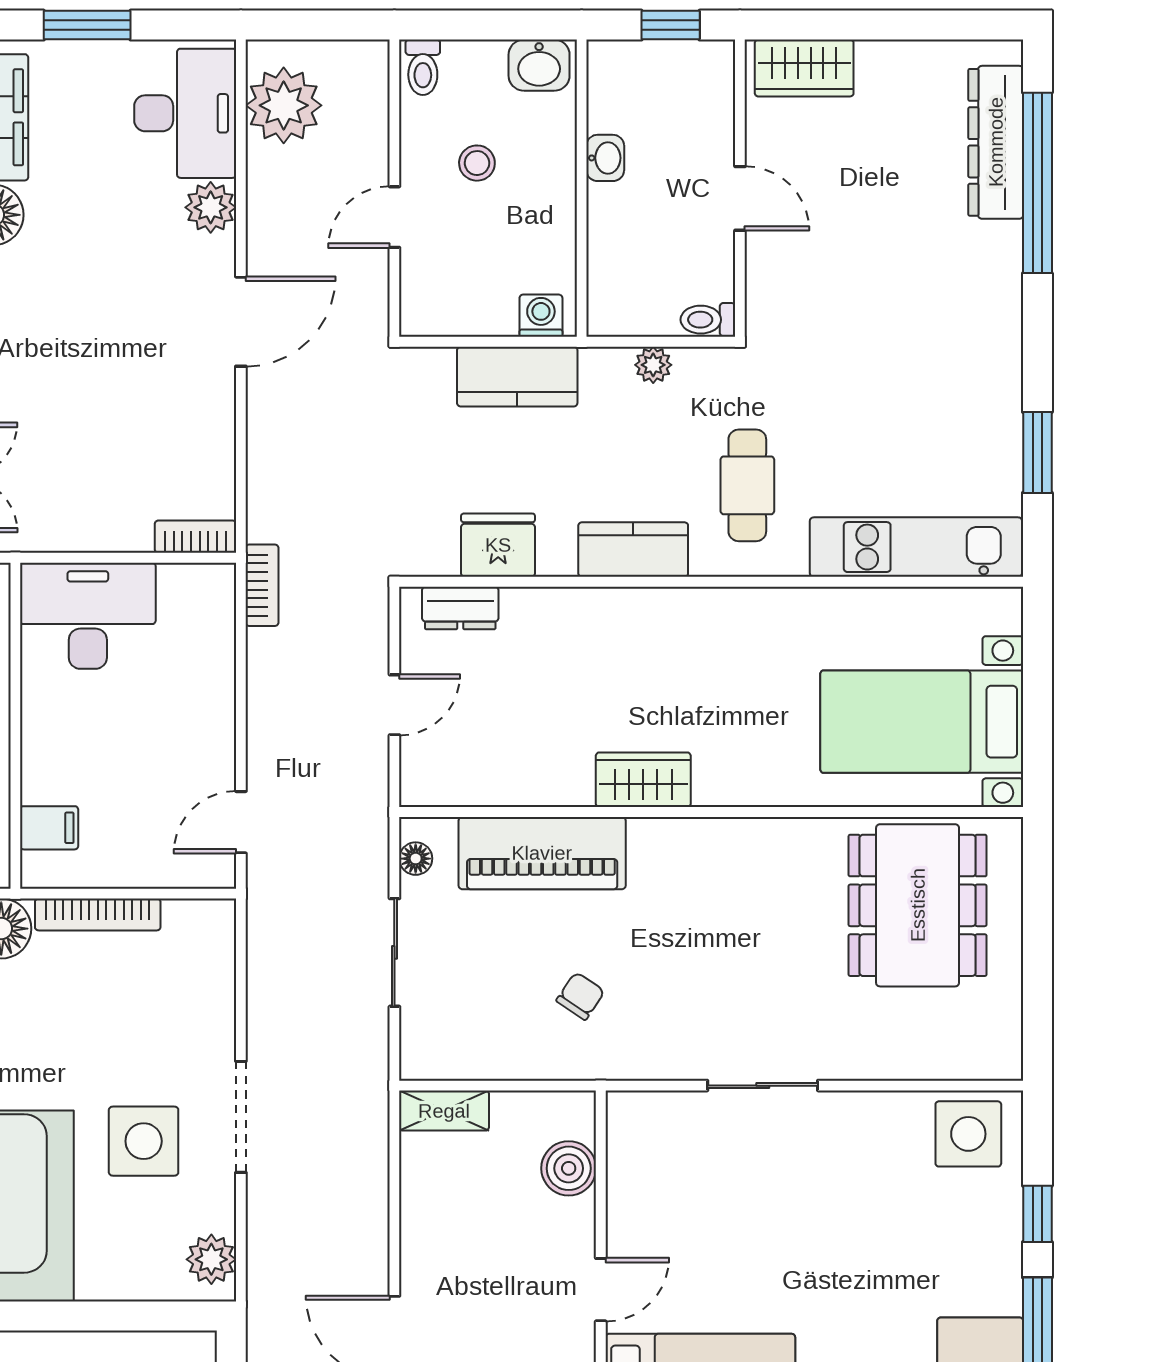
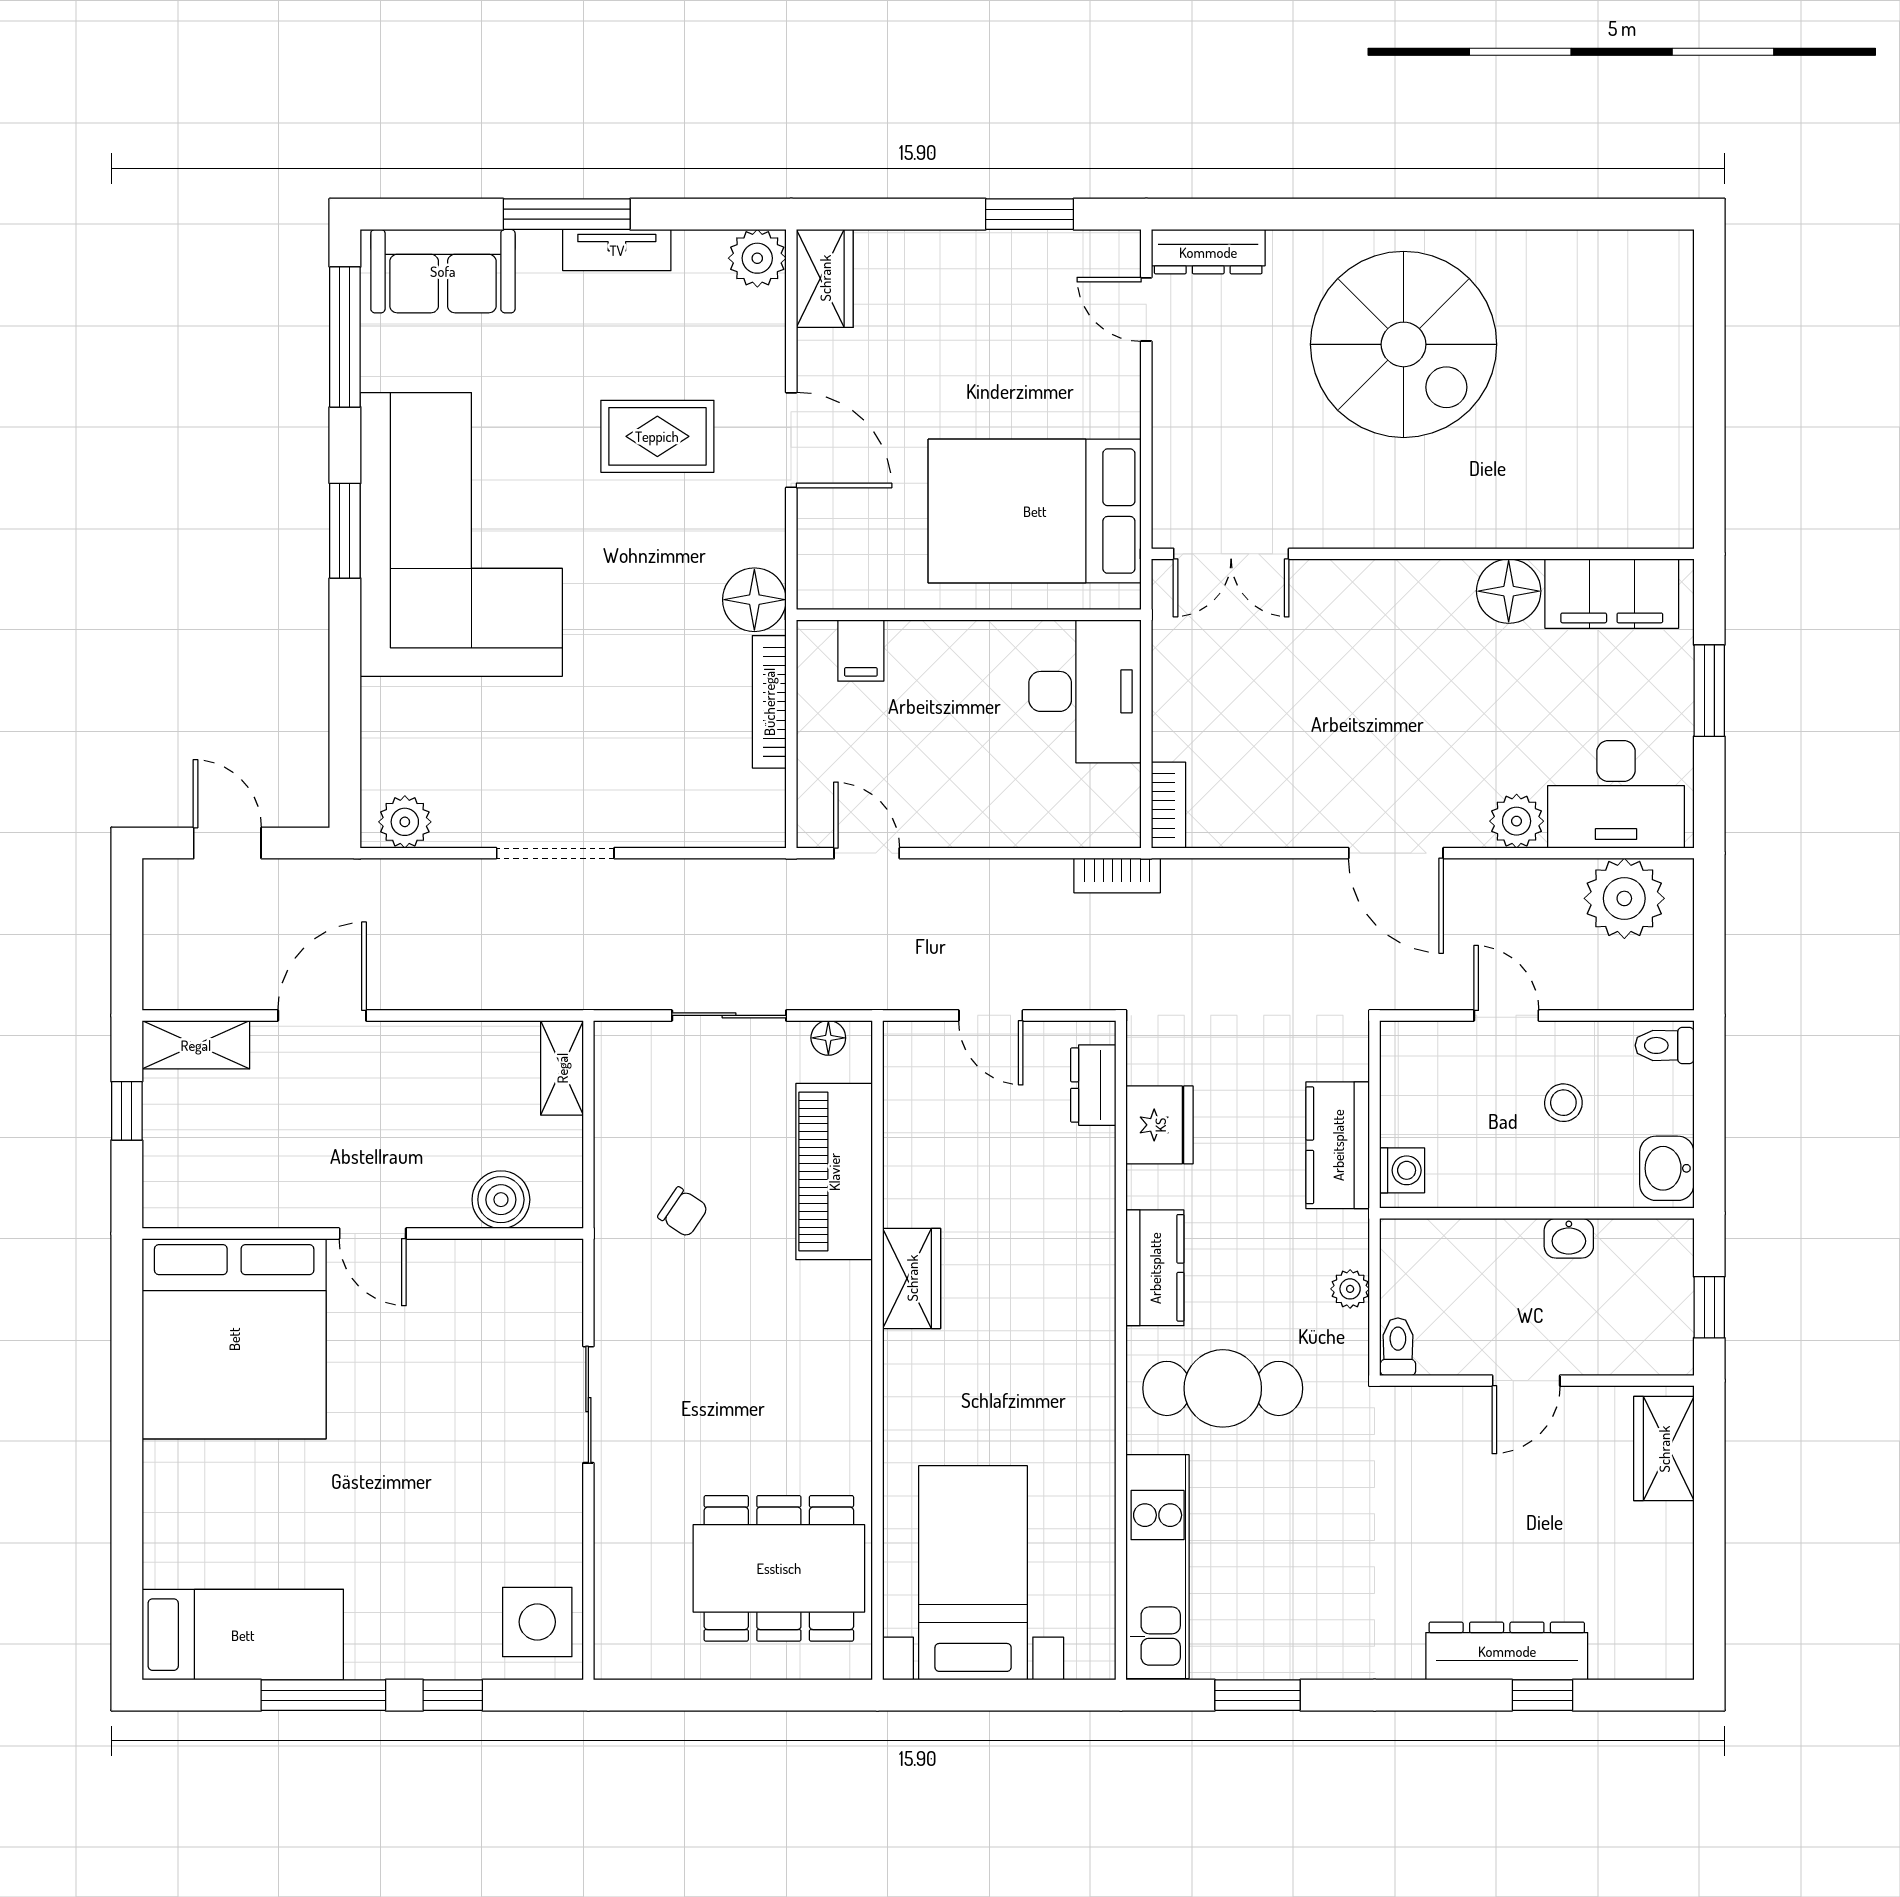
dresser: (996, 142) -> (1507, 1651), moved
window: (1037, 183) -> (1542, 1695), width x0.32
cafe table: (747, 485) -> (1223, 1388), width x1.37, depth x1.35
side table: (144, 1141) -> (530, 750), removed

